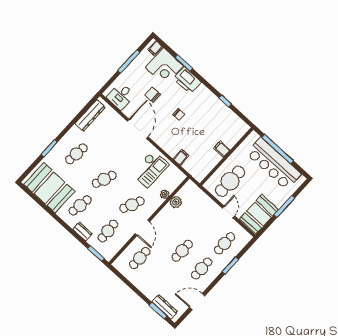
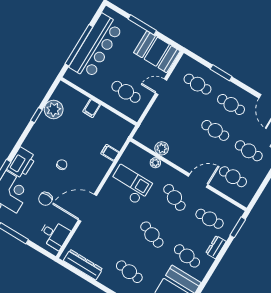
plant: (227, 117) -> (54, 110), added
cafe table: (230, 181) -> (126, 92), width x0.73, depth x0.74
cafe table: (159, 276) -> (249, 151), added

